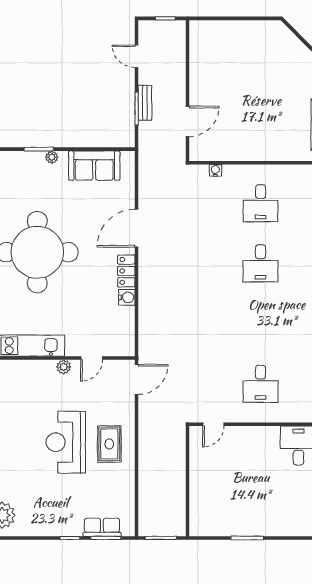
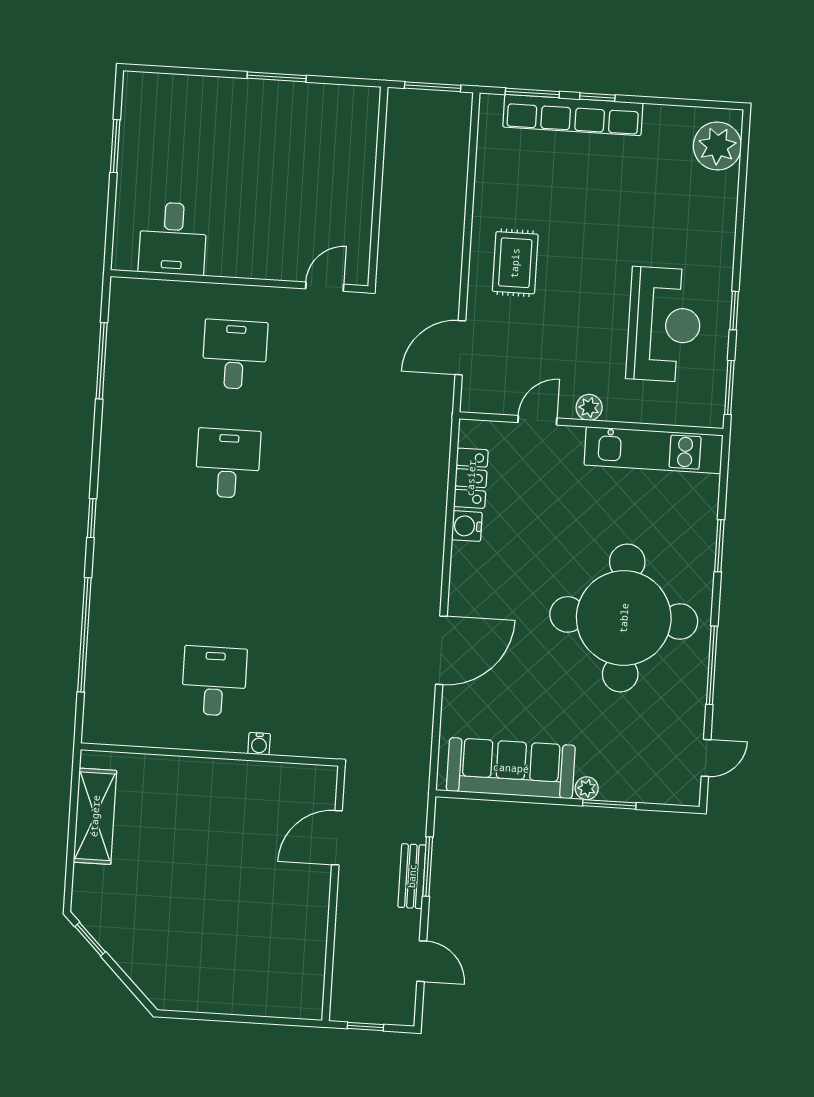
sofa: (94, 166) -> (511, 768), width x1.36
water cooler: (215, 170) -> (259, 744), moved
desk: (260, 263) -> (228, 463), moved
locker: (126, 271) -> (471, 478), moved
door: (137, 379) -> (460, 348), moved
reception desk: (66, 442) -> (664, 324), moved
row of seats: (102, 527) -> (573, 115), width x2.02

